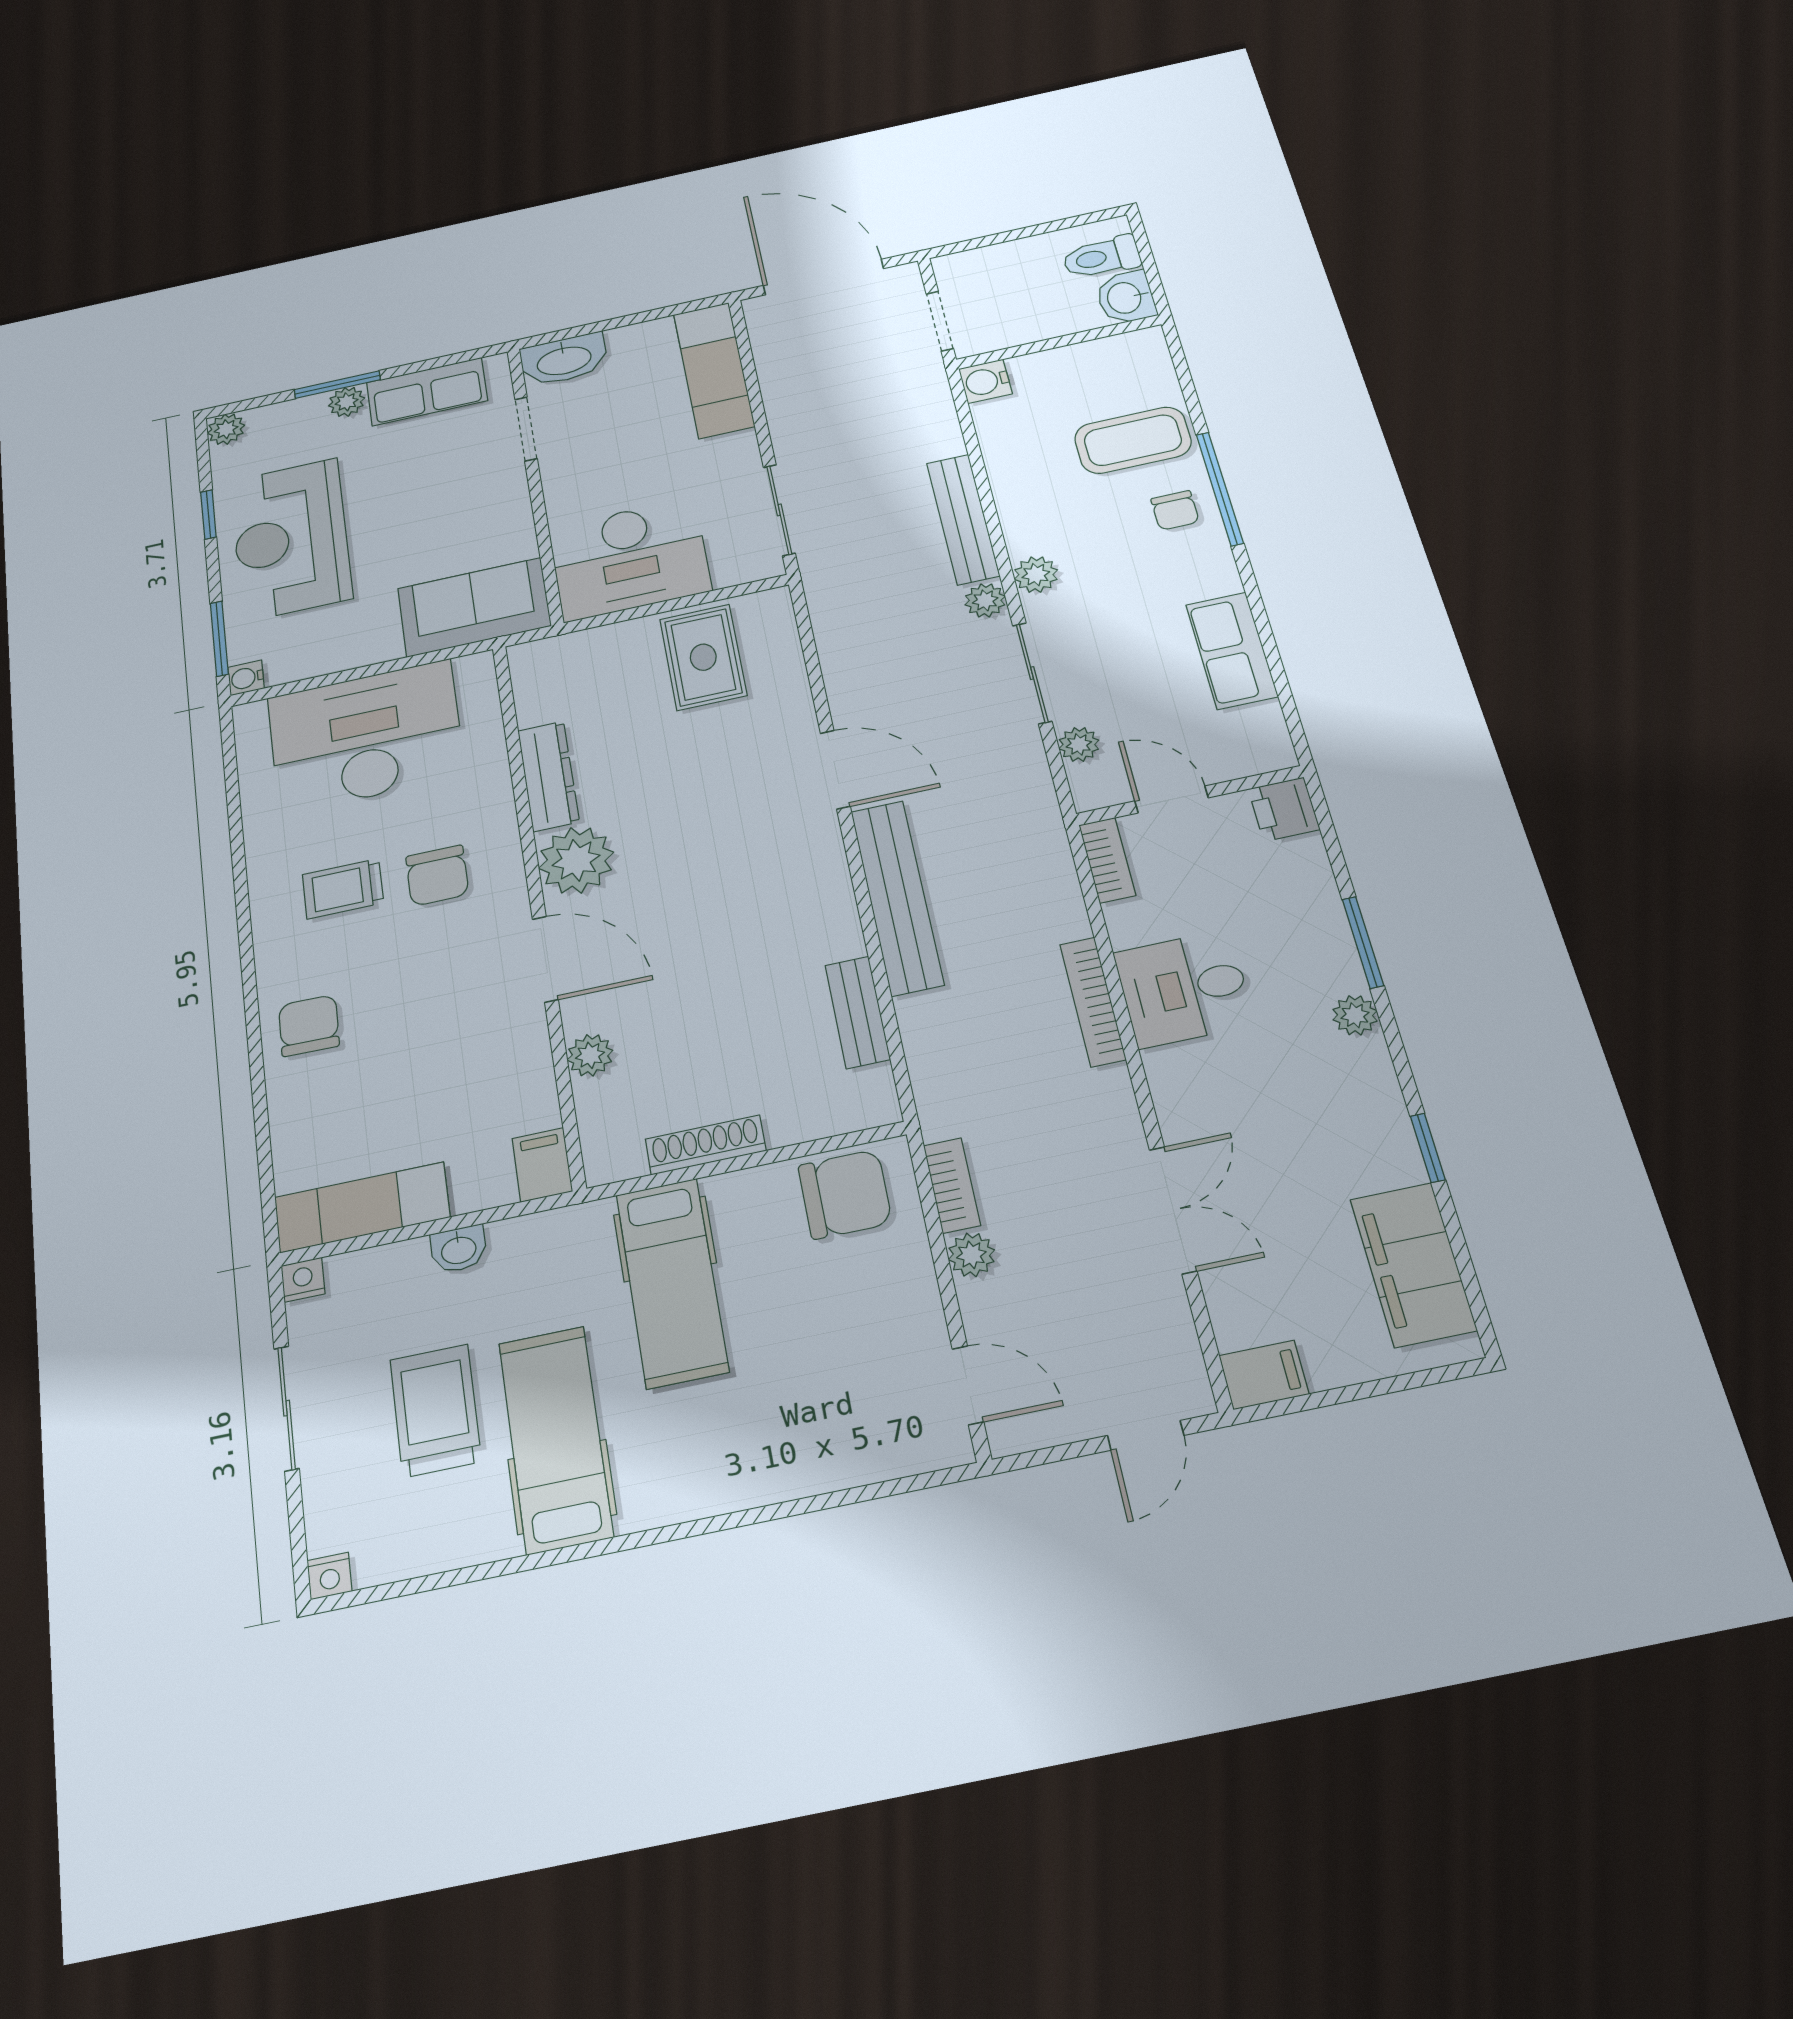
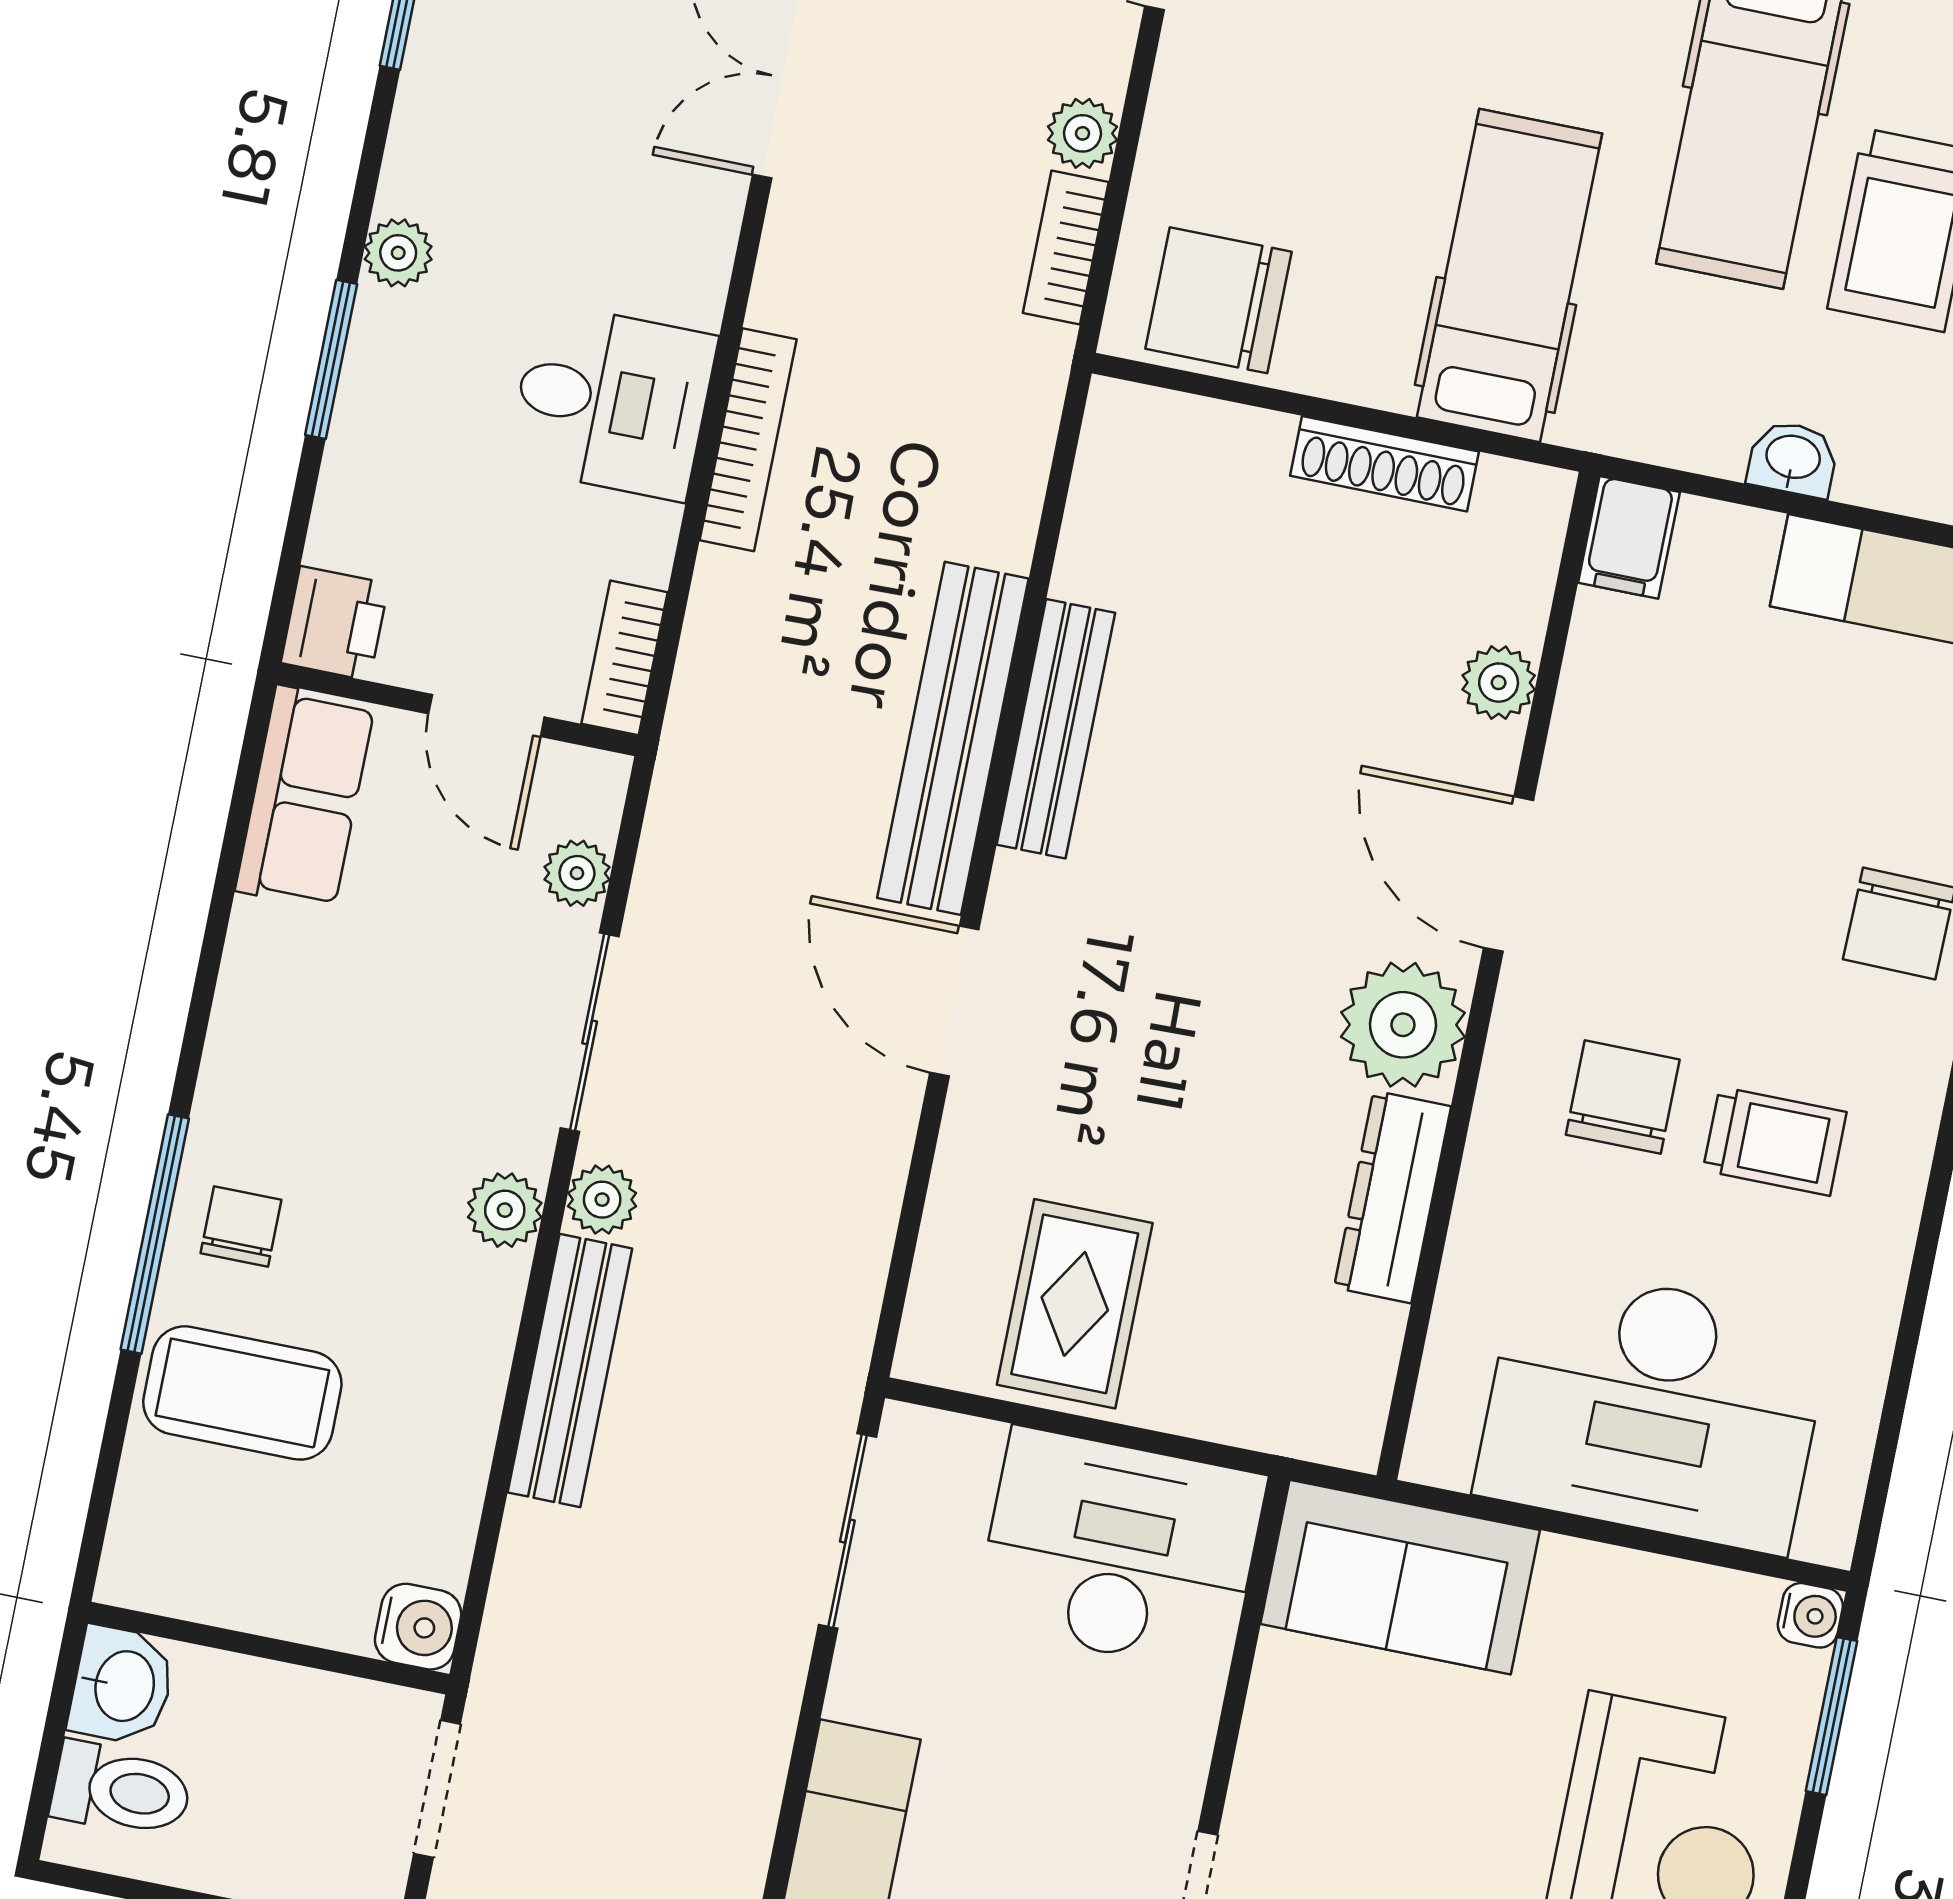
row of seats: (1232, 650) -> (305, 798), moved
bench: (858, 1012) -> (1056, 729), moved, width x1.36

